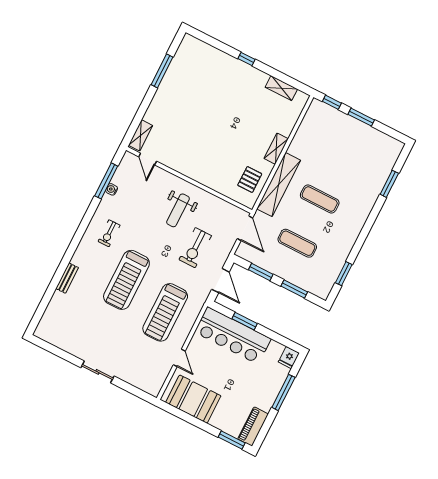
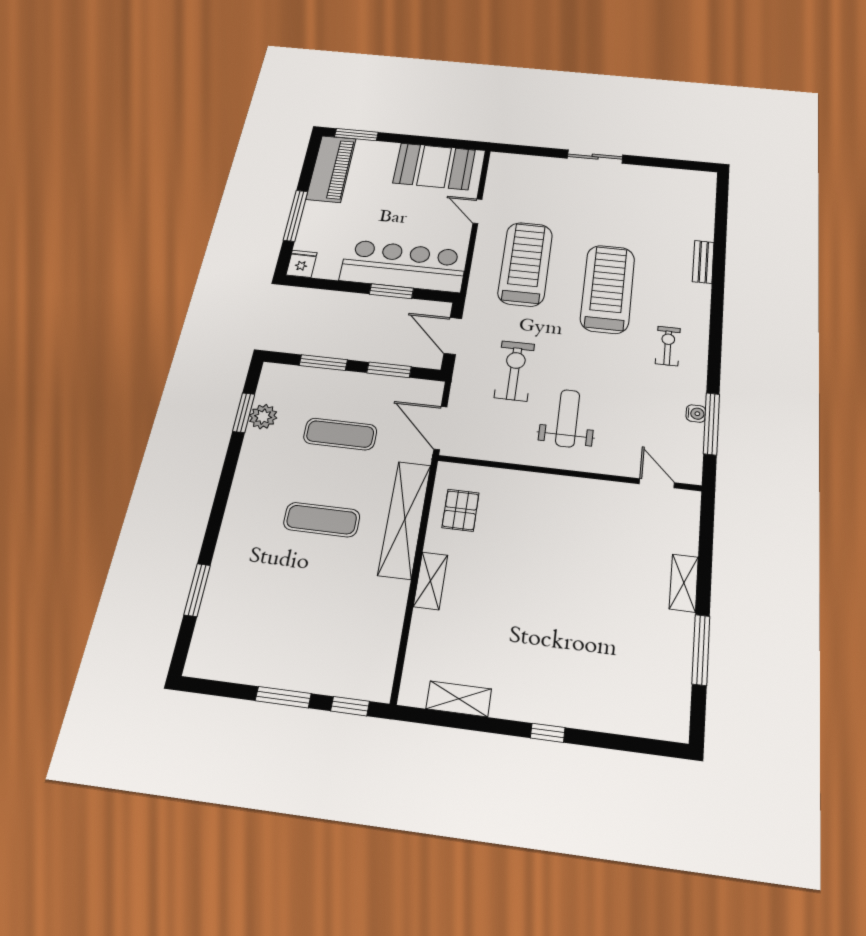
shelving: (141, 135) -> (684, 583), moved
plant: (334, 268) -> (263, 417), added
piano: (253, 427) -> (331, 169), width x1.37, depth x1.33

